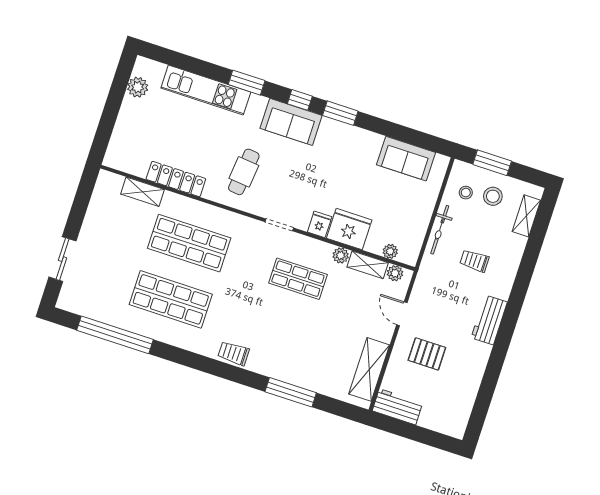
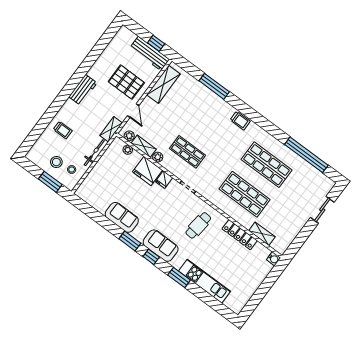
plant: (138, 87) -> (244, 296), removed
water cooler: (112, 159) -> (274, 259), added
sofa: (406, 159) -> (122, 217), moved
shelving: (526, 216) -> (111, 129), moved
trolley: (475, 261) -> (63, 130), moved
pallet: (427, 354) -> (126, 82), width x1.50, depth x1.42
workbench: (398, 407) -> (150, 54), width x1.38
window: (401, 428) -> (156, 43), added

